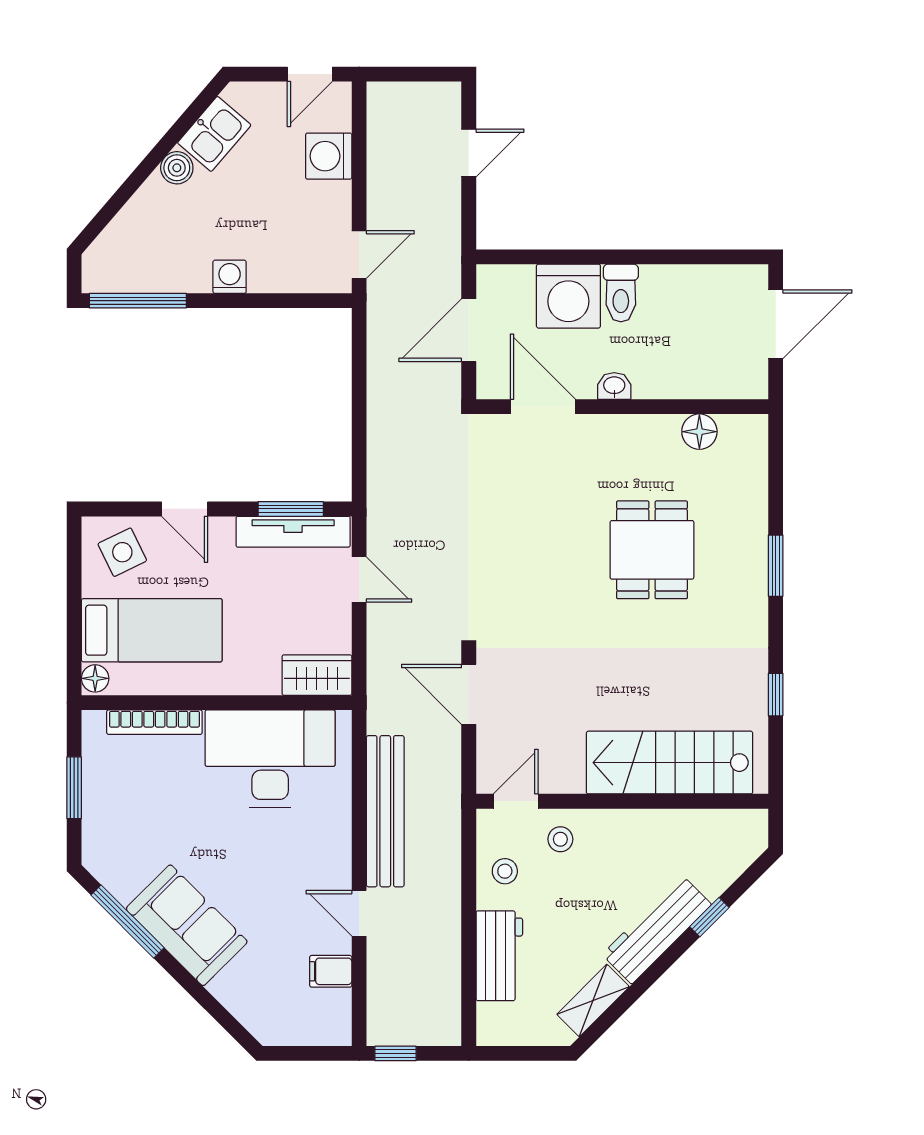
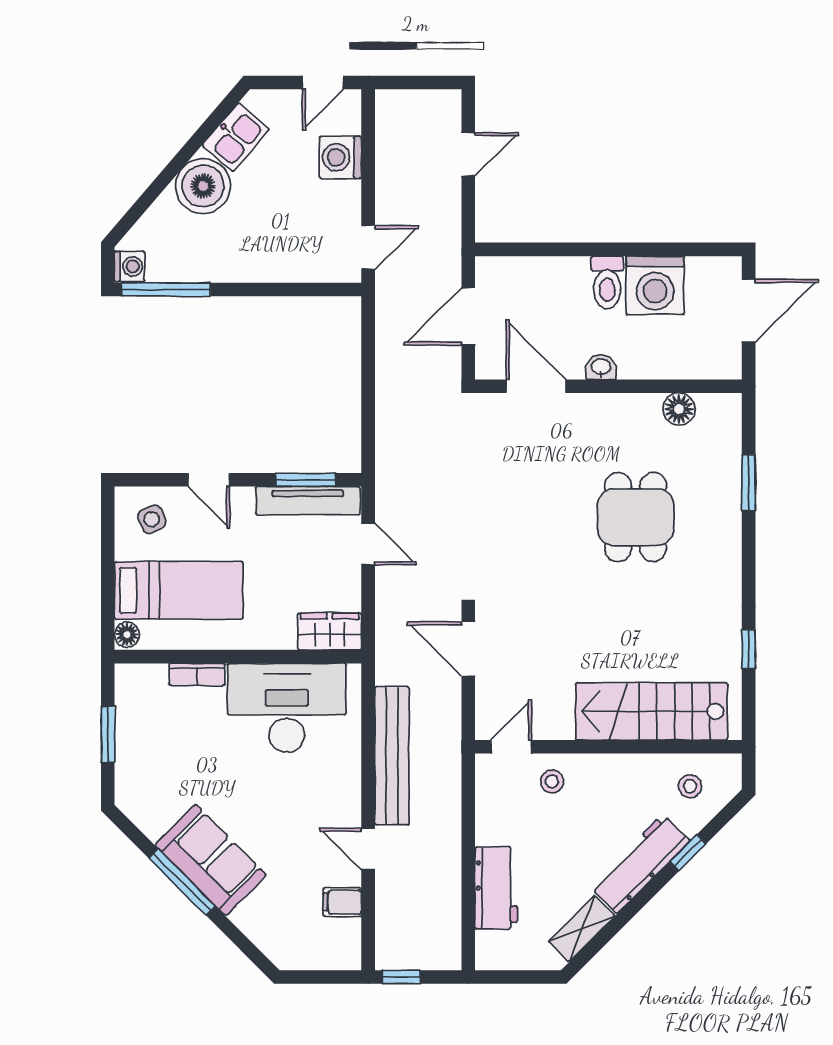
boiler: (177, 168) -> (203, 186), width x1.86, depth x1.86
washing machine: (230, 277) -> (130, 266), moved, turned 90
washing machine: (568, 296) -> (655, 285), moved
side table: (122, 552) -> (152, 519), width x0.73, depth x0.73
window: (776, 566) -> (749, 483), moved
bookcase: (154, 722) -> (197, 674), width x0.64
stool: (505, 871) -> (690, 786), moved
window: (127, 921) -> (182, 882), moved

